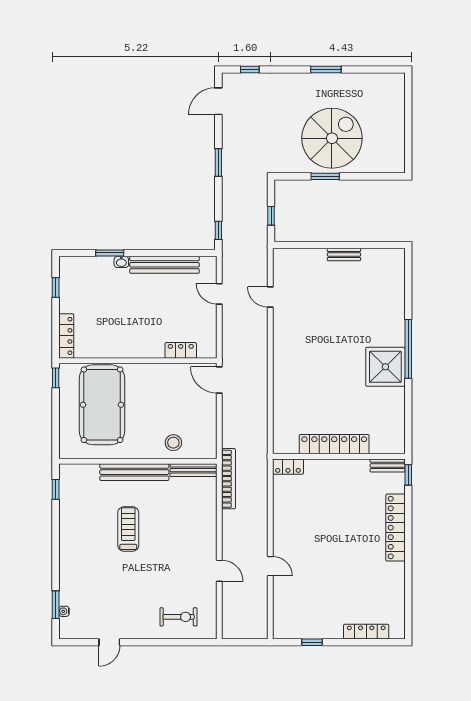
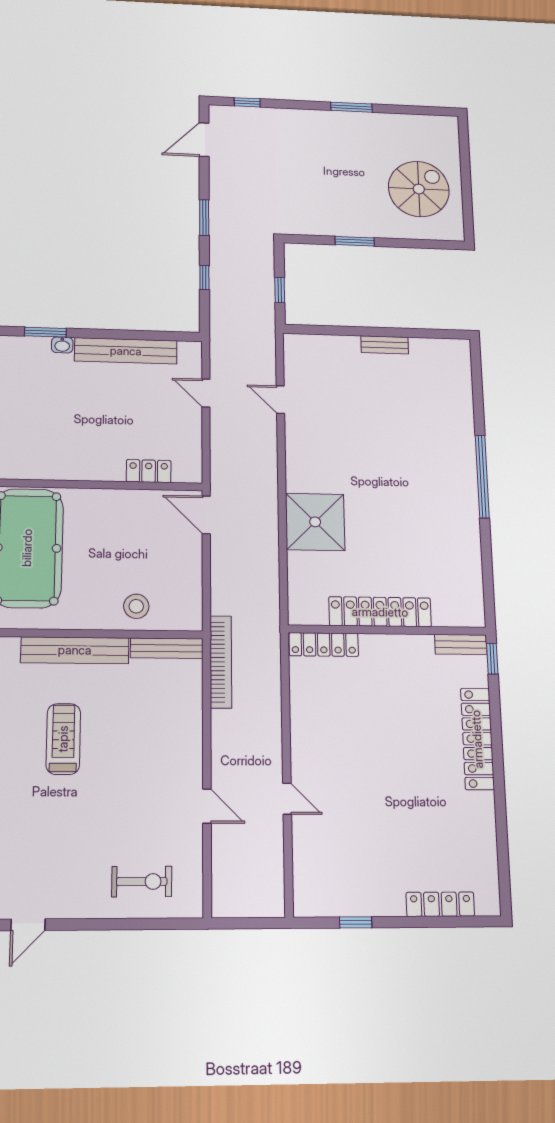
spiral stairs: (332, 138) -> (419, 189), moved, width x0.73, depth x0.73
window: (218, 230) -> (204, 278), moved
shower: (385, 367) -> (315, 522), moved
locker: (288, 467) -> (324, 644), width x1.53

